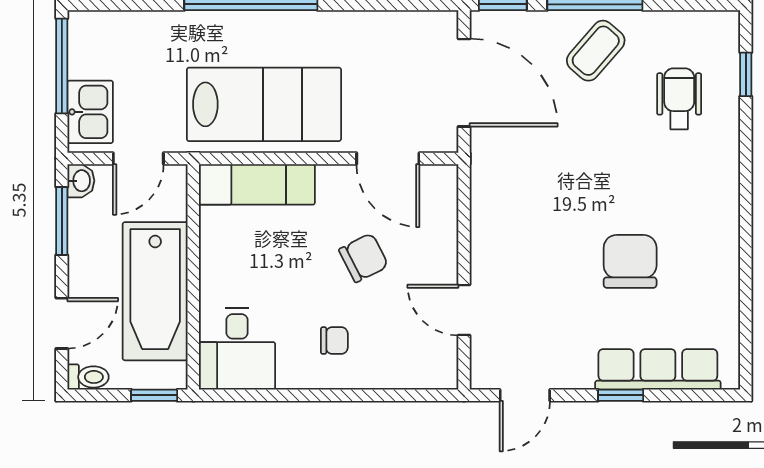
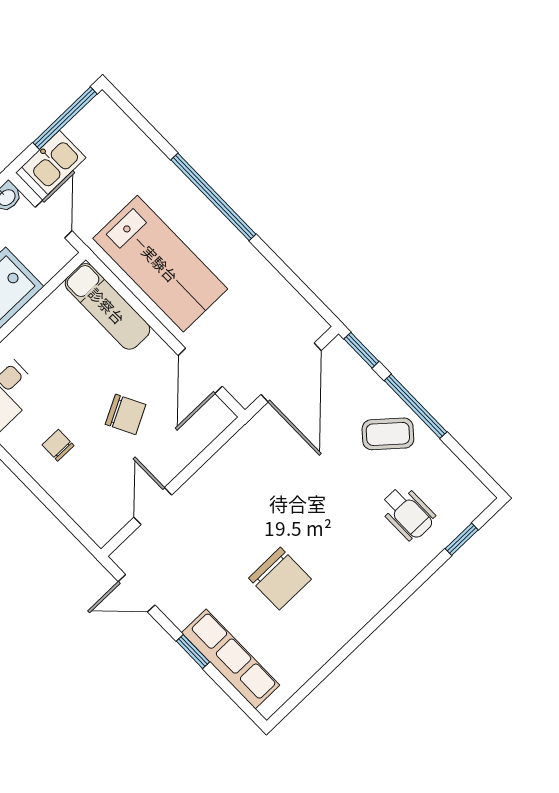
wheelchair: (679, 99) -> (408, 513), turned 90
door: (138, 158) -> (54, 219), swing flipped
chair: (630, 261) -> (280, 579), turned 90
chair: (334, 341) -> (58, 445), turned 180

